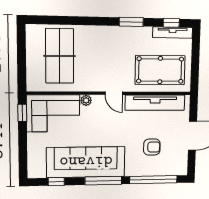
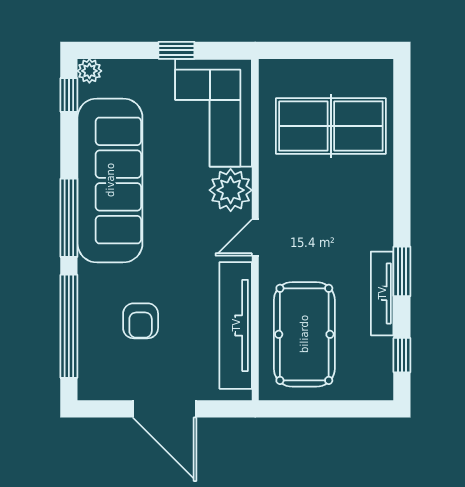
tv unit: (173, 33) -> (382, 293), moved
plant: (86, 100) -> (231, 190), width x1.88, depth x1.88
window: (22, 113) -> (176, 50), moved
plant: (33, 173) -> (89, 71), added
window: (56, 182) -> (69, 95), moved

